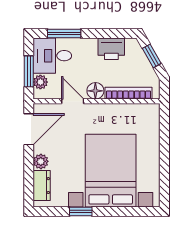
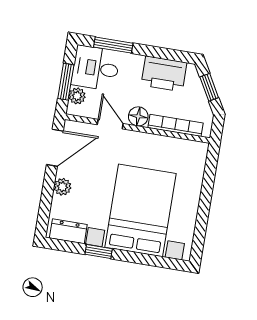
printer: (111, 49) -> (164, 74), width x1.37, depth x1.19
dresser: (42, 186) -> (68, 231), moved, turned -90

